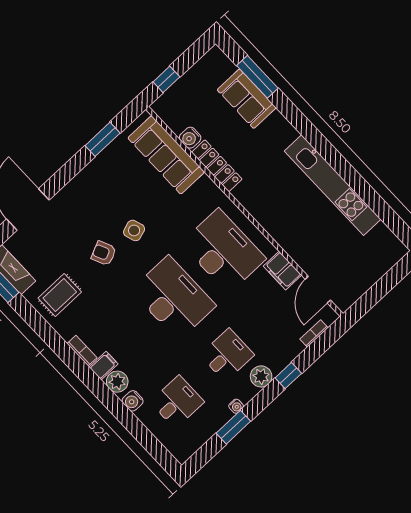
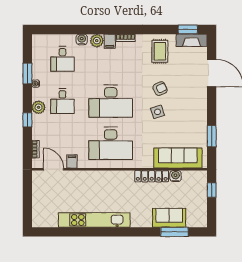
filing cabinet: (282, 271) -> (72, 161), width x0.50

